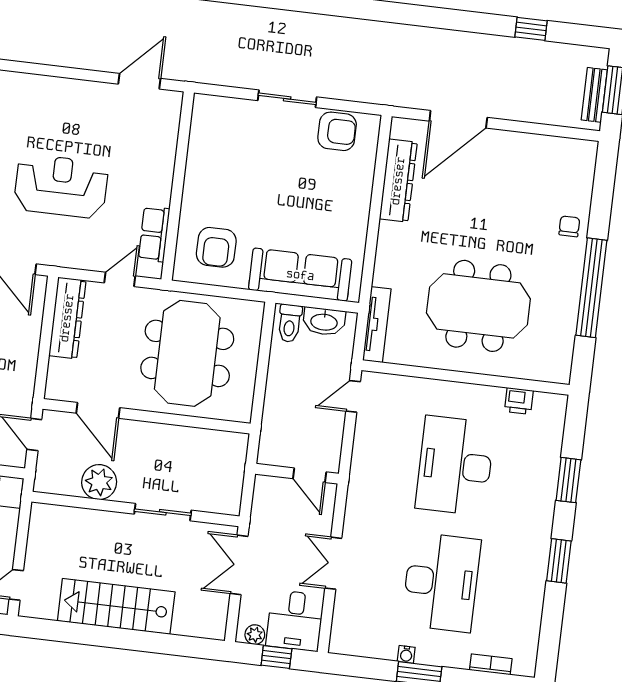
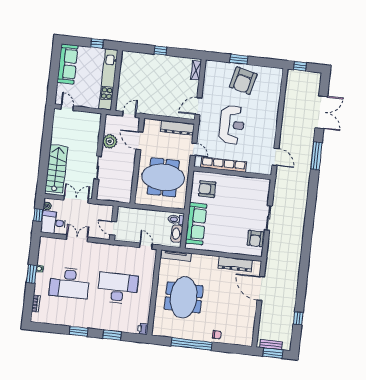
row of seats: (154, 234) -> (224, 165), width x2.02
printer: (519, 401) -> (143, 329), moved
door: (98, 410) -> (139, 141), hinge flipped
door: (310, 475) -> (113, 228), hinge flipped
stairs: (116, 606) -> (56, 169), moved

